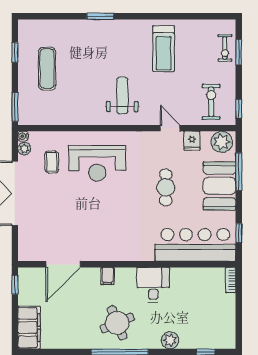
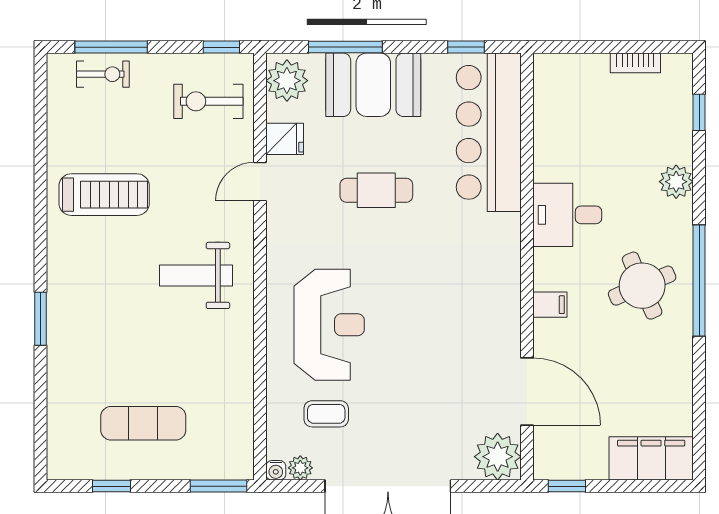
window: (239, 52) -> (111, 47), width x1.44
plant: (30, 249) -> (498, 457), added
bookcase: (231, 280) -> (635, 63), moved

